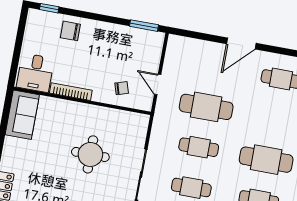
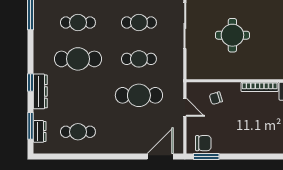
chair: (70, 31) -> (203, 143), moved
door: (241, 43) -> (160, 156), moved

